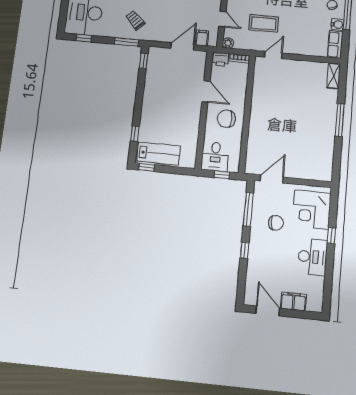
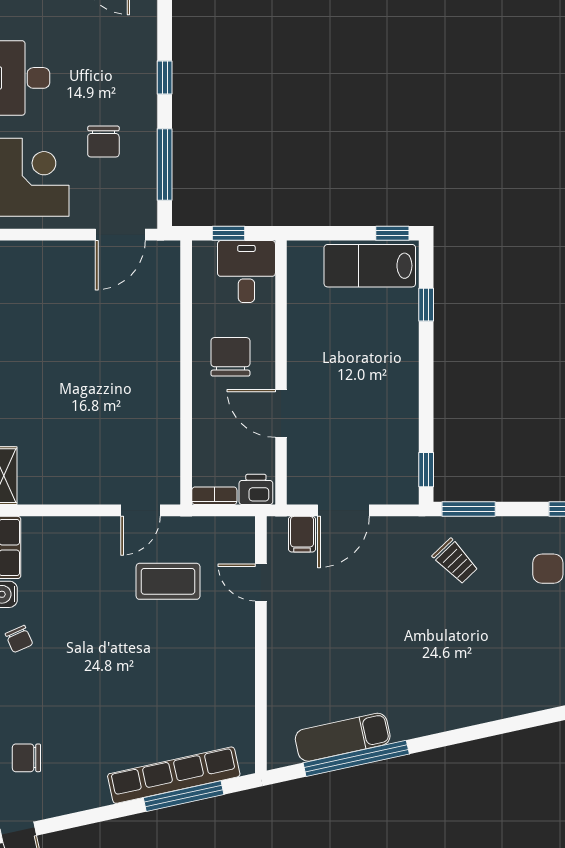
plant: (228, 43) -> (243, 528), removed
chair: (226, 119) -> (230, 357), turned -90
chair: (276, 223) -> (103, 142), turned -86

